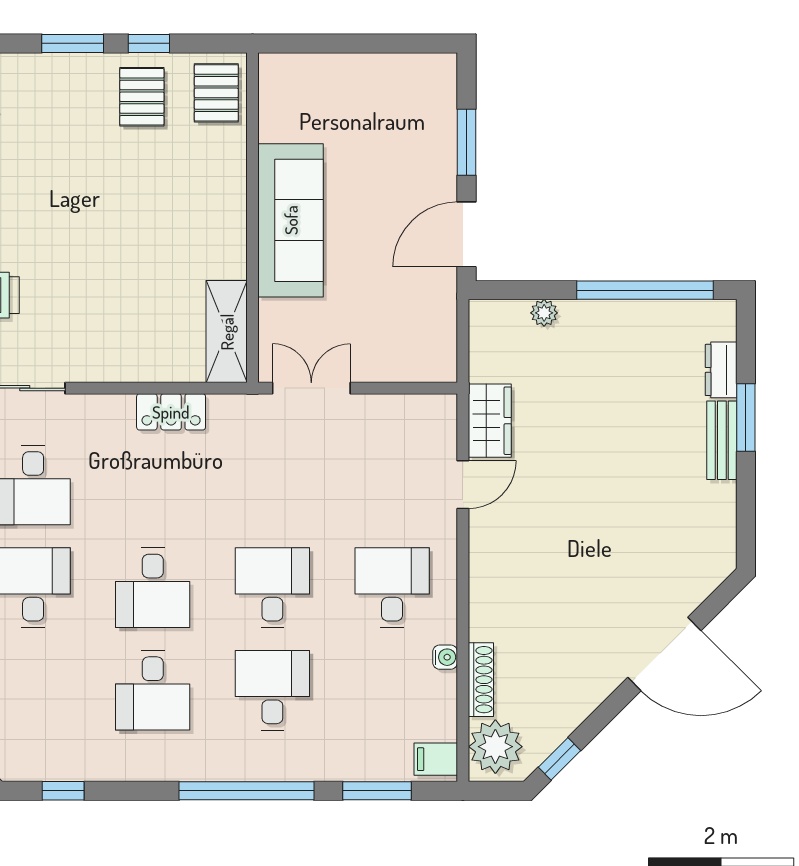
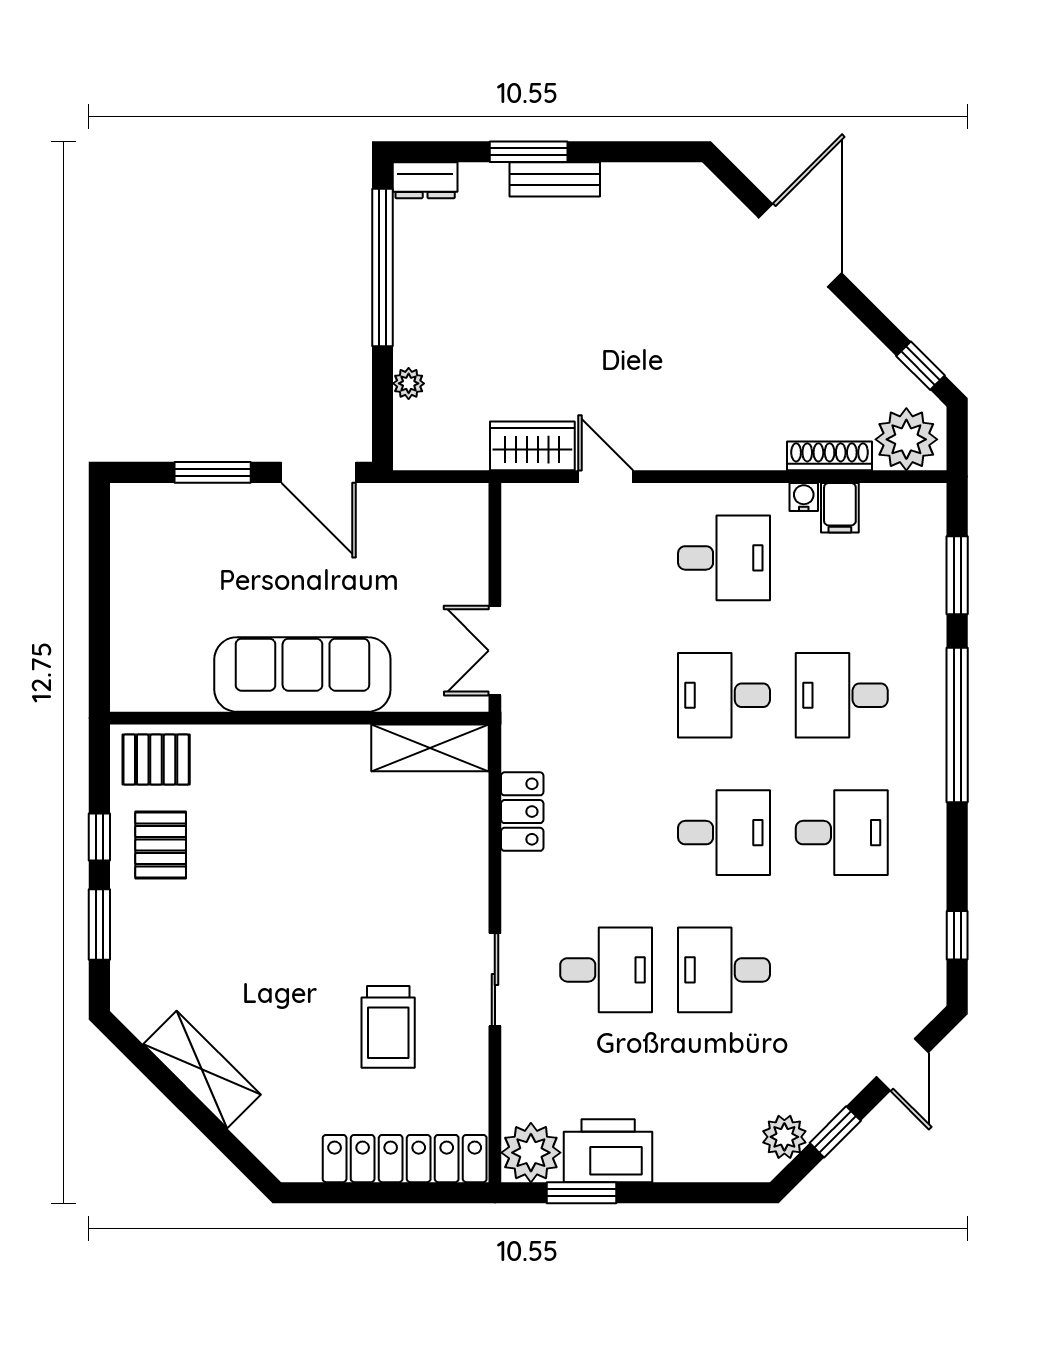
pallet: (142, 97) -> (161, 845), turned 90
dresser: (721, 370) -> (425, 180), moved
desk: (392, 588) -> (724, 558), turned 180
filing cabinet: (436, 759) -> (840, 508), moved

